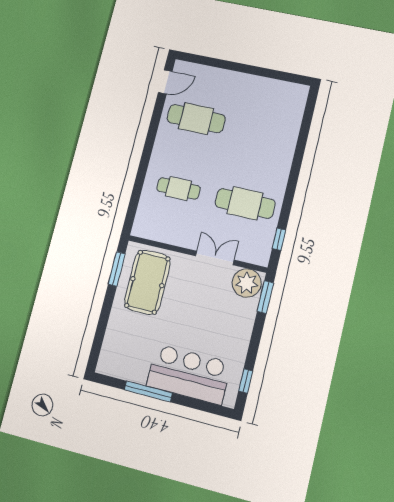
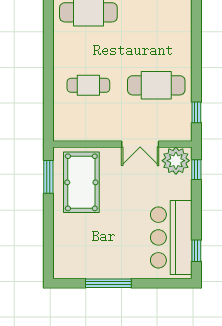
double door: (215, 258) -> (140, 144), swing flipped
window: (265, 297) -> (196, 170), width x0.67
bar counter: (189, 374) -> (171, 237), moved, turned -90

